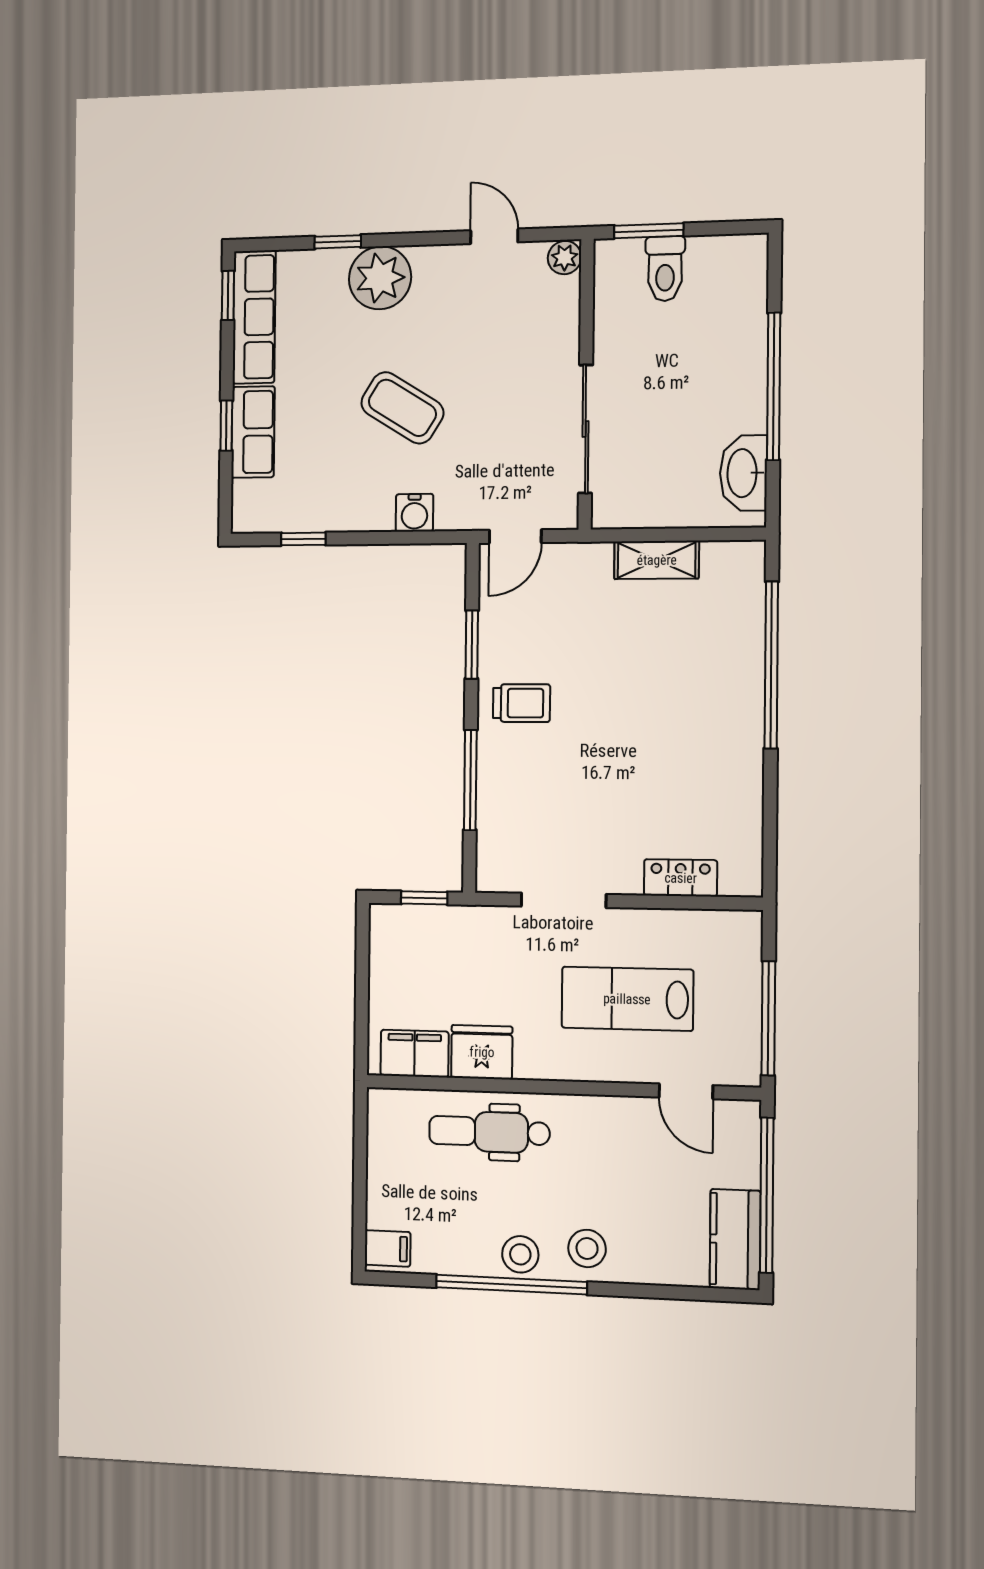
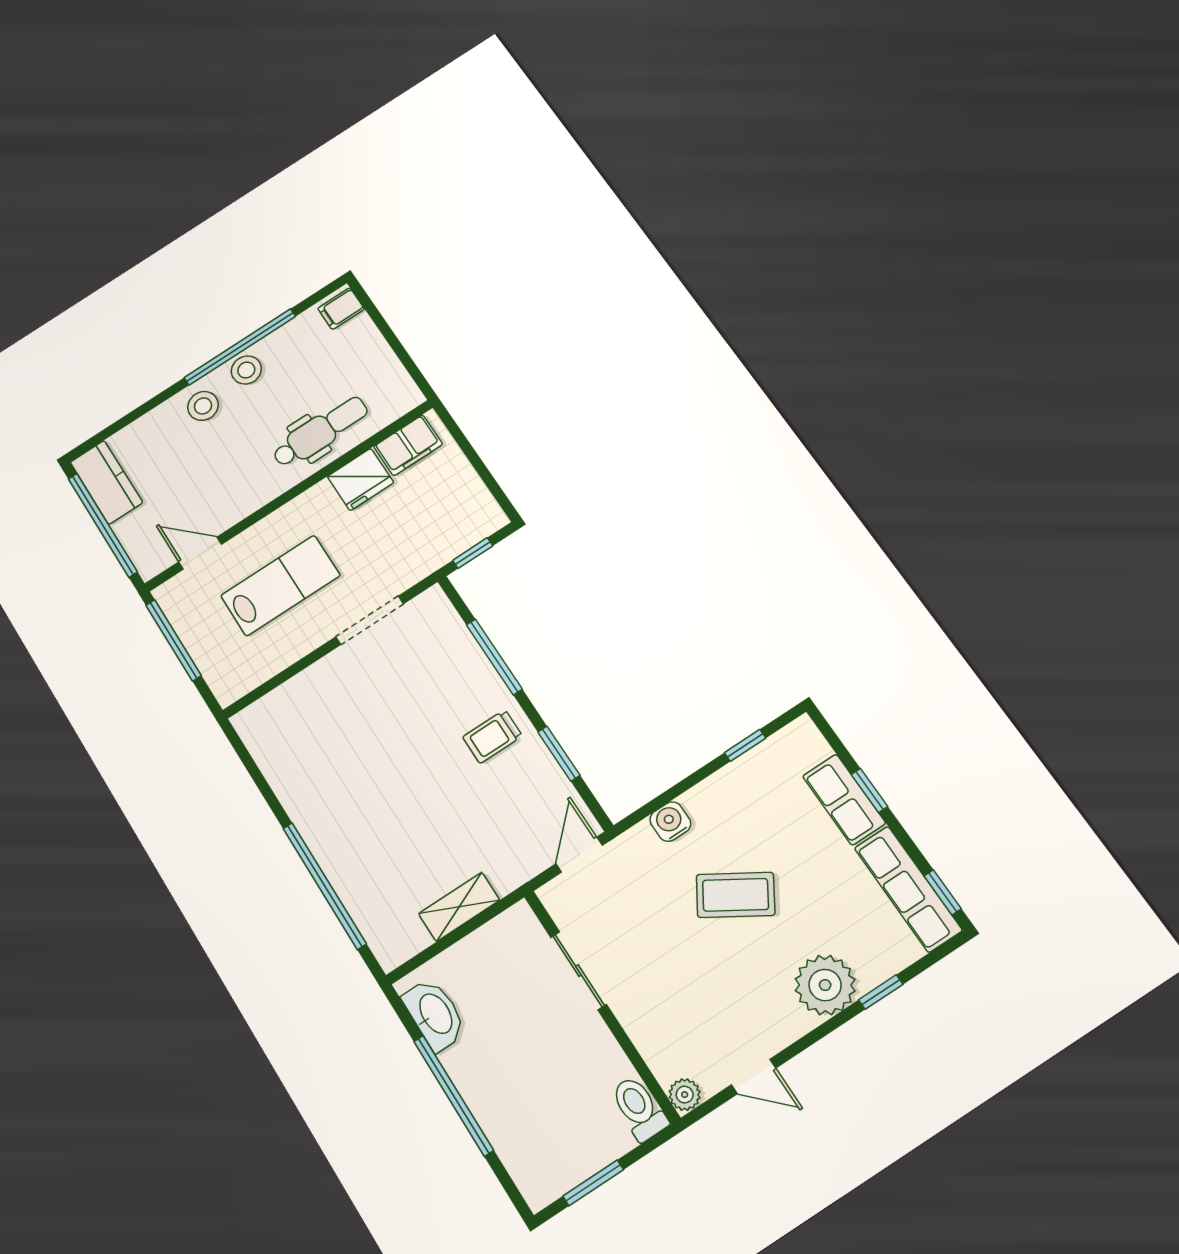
window: (649, 231) -> (593, 1183), moved
toilet: (665, 269) -> (639, 1108), moved
sliding door: (586, 429) -> (579, 971), width x0.73
locker: (681, 878) -> (295, 692), removed

